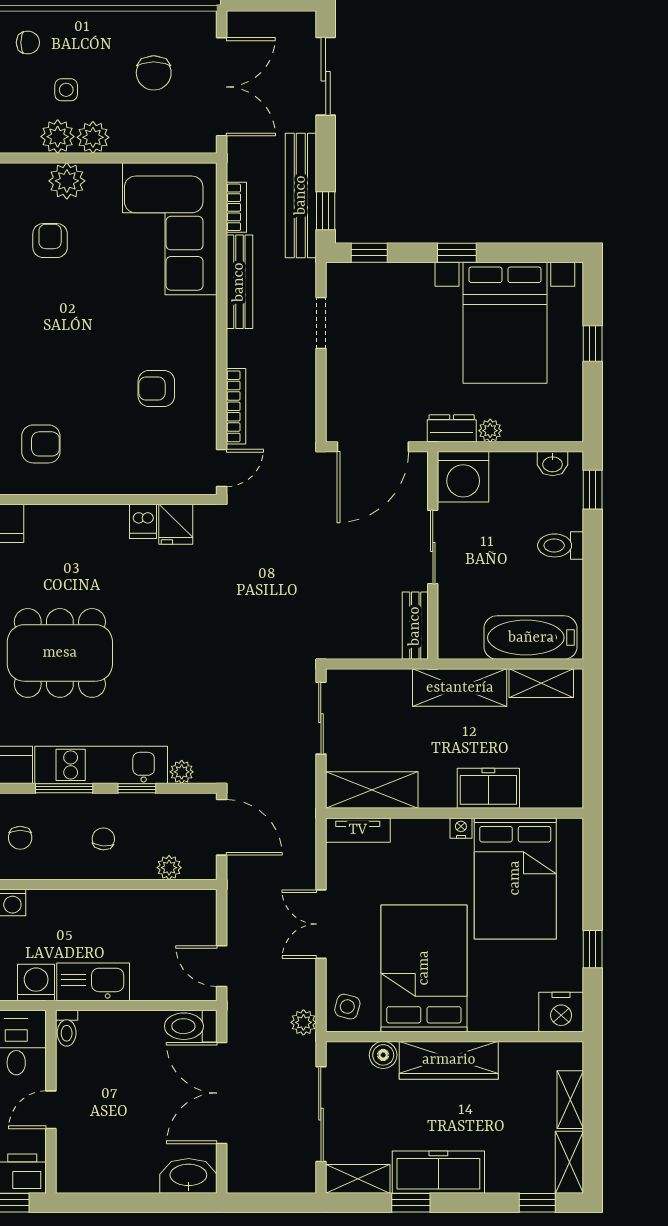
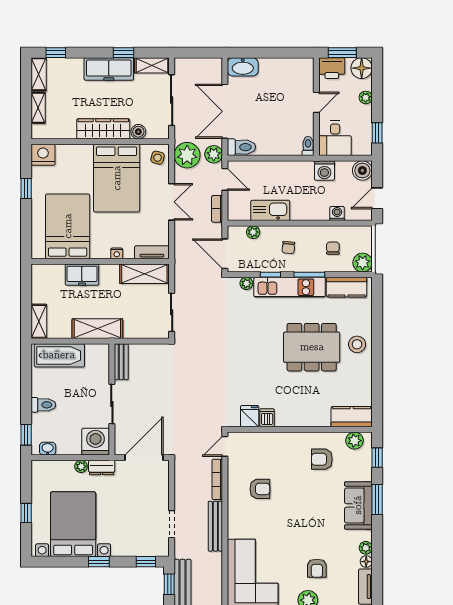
bookcase: (236, 207) -> (217, 209), moved
bench: (239, 282) -> (215, 526), moved
shelving: (541, 683) -> (39, 321), moved, turned 90
nightstand: (461, 828) -> (117, 253), moved
kitchen sink: (93, 982) -> (270, 210), moved, turned 180
plant: (243, 1013) -> (214, 154), added
plant: (303, 1022) -> (187, 155), width x1.88, depth x1.88
double door: (222, 1093) -> (225, 111), swing flipped

